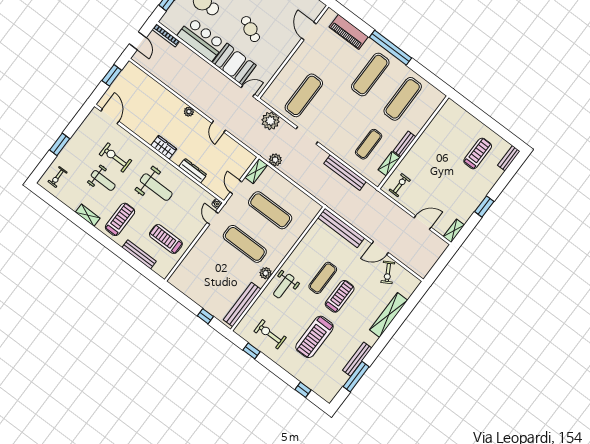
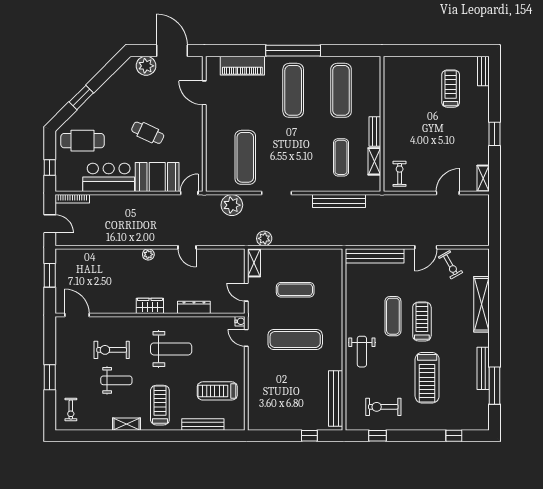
exercise mat: (270, 210) -> (295, 290), width x0.73, depth x0.69
plant: (266, 273) -> (336, 352), removed

